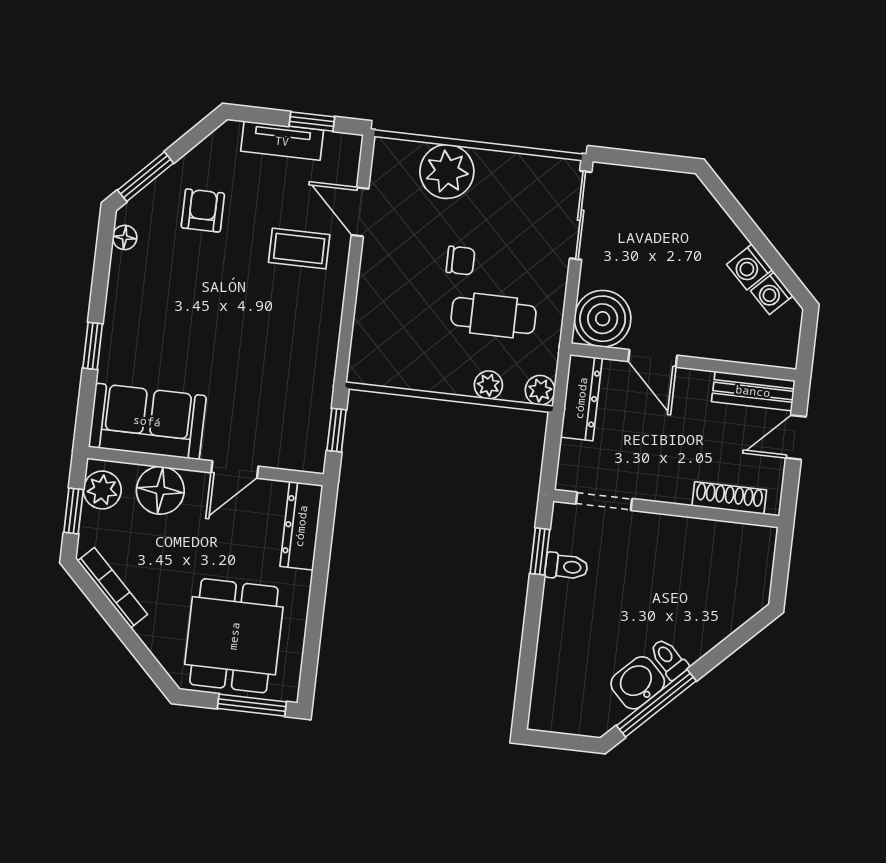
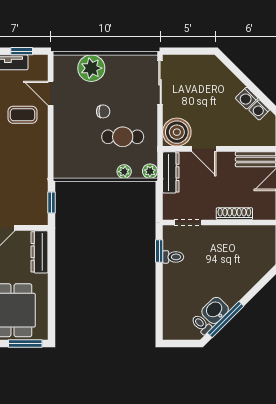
shoe rack: (729, 498) -> (234, 214), moved
toilet: (669, 659) -> (201, 324), moved

